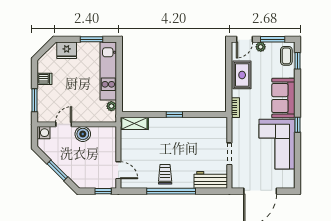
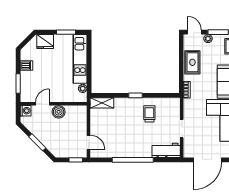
door: (244, 39) -> (194, 32), swing flipped
trolley: (165, 174) -> (149, 114), moved

